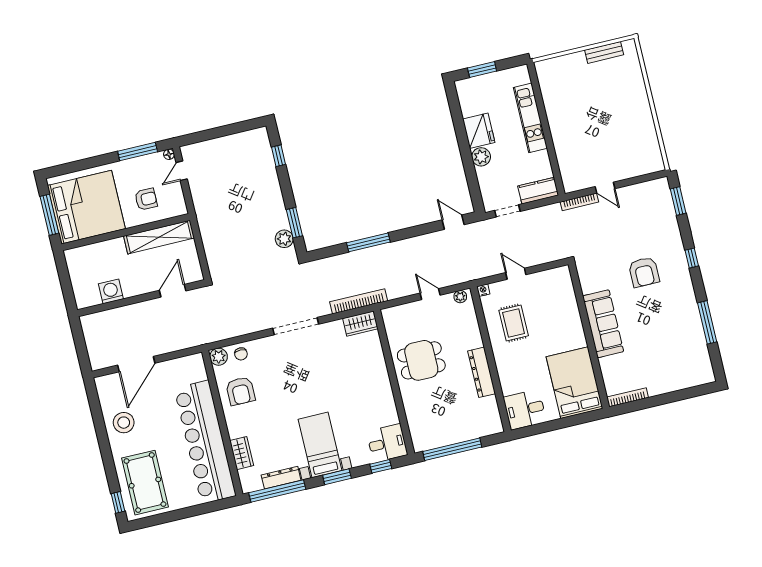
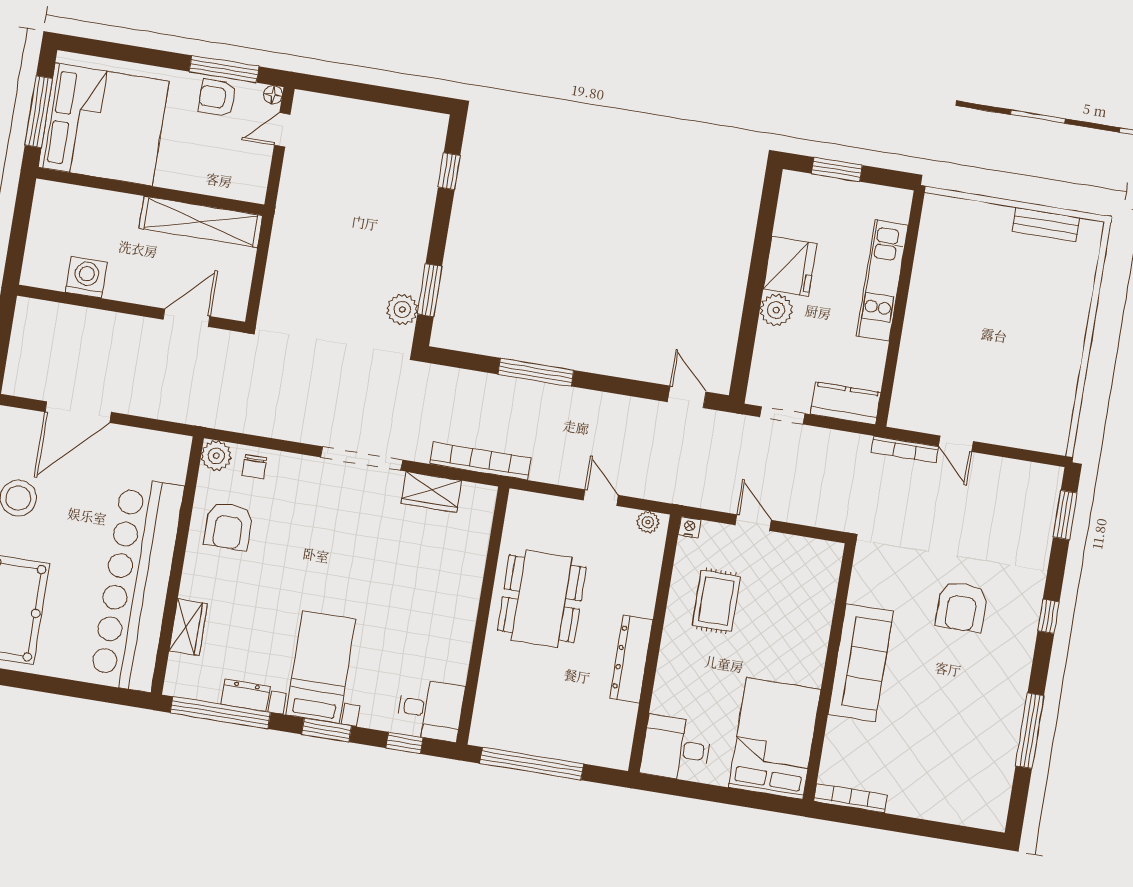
armchair: (146, 199) -> (217, 98), moved, turned 180
wardrobe: (360, 324) -> (431, 492), moved
dining table: (421, 360) -> (542, 599), width x1.38
dresser: (281, 478) -> (245, 695), width x0.70

